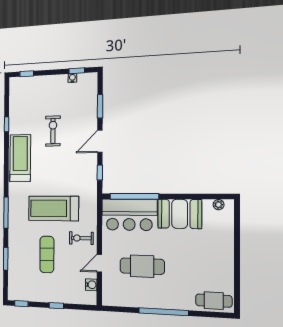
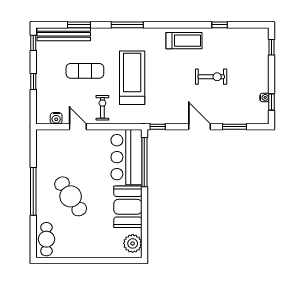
treadmill: (20, 158) -> (184, 41), width x0.73, depth x0.73
window: (100, 173) -> (158, 127), moved
plant: (219, 205) -> (133, 243), width x1.87, depth x1.87
cafe table: (142, 266) -> (71, 196), moved, turned -34
bench: (14, 274) -> (64, 34), added

